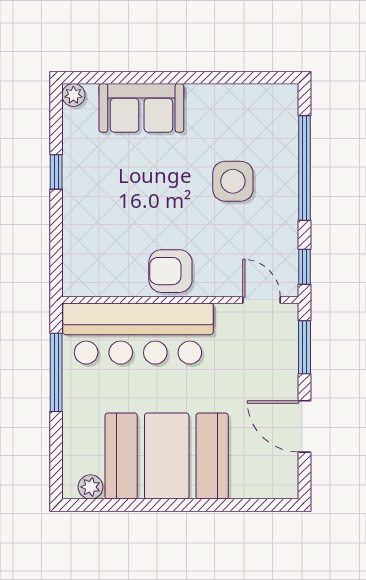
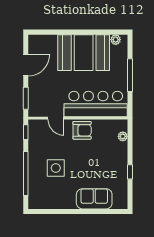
plant: (73, 95) -> (123, 136), moved
door: (261, 300) -> (56, 118), moved
window: (56, 372) -> (130, 75), moved
door: (304, 426) -> (26, 65), hinge flipped

